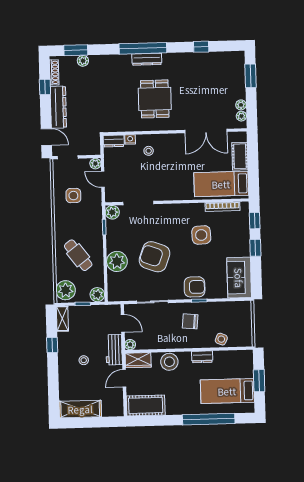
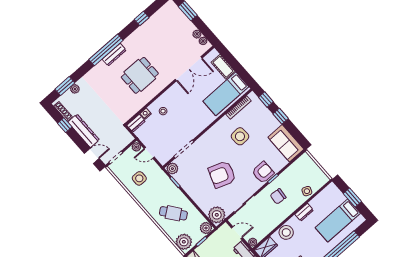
dining table: (155, 99) -> (140, 75), turned 90
plant: (117, 261) -> (217, 215), moved

